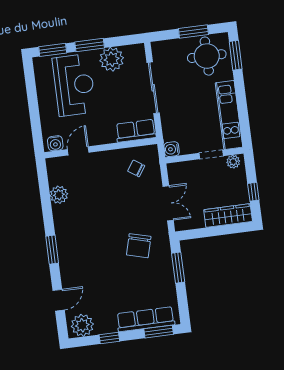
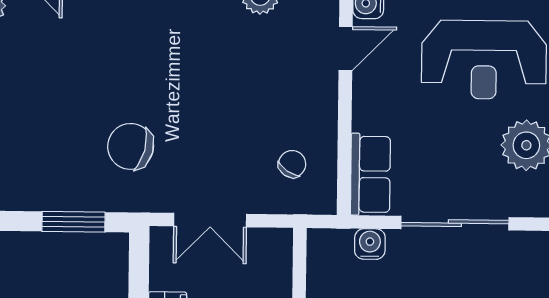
water cooler: (172, 149) -> (370, 244), moved
door: (78, 151) -> (346, 49), hinge flipped

